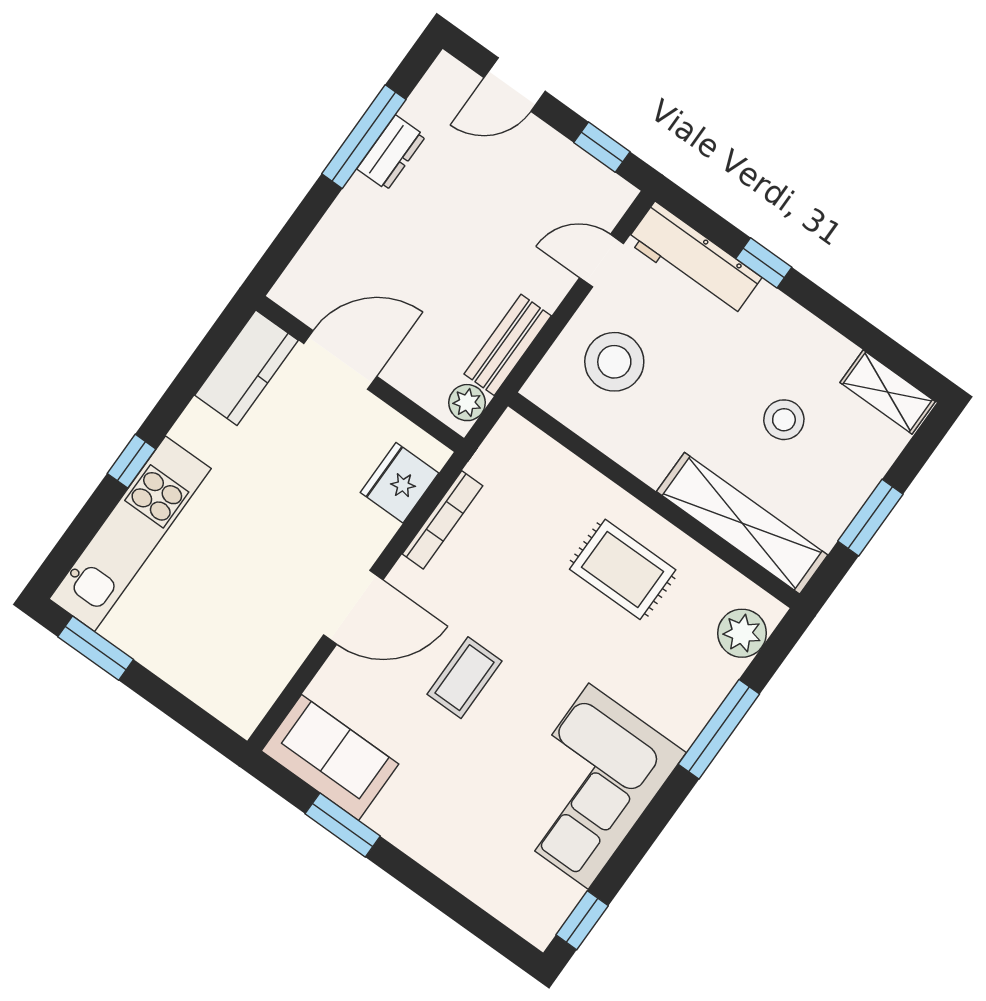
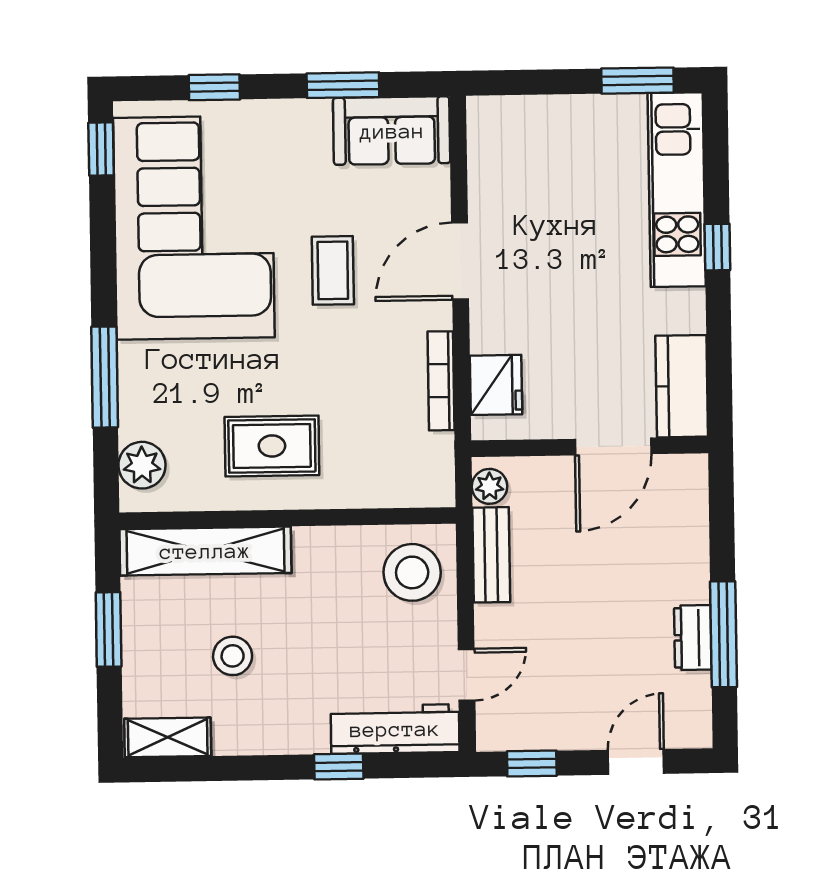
stool: (614, 362) -> (412, 572), moved
corner sofa: (589, 786) -> (194, 228), width x1.36, depth x1.36
window: (450, 902) -> (214, 87), added

